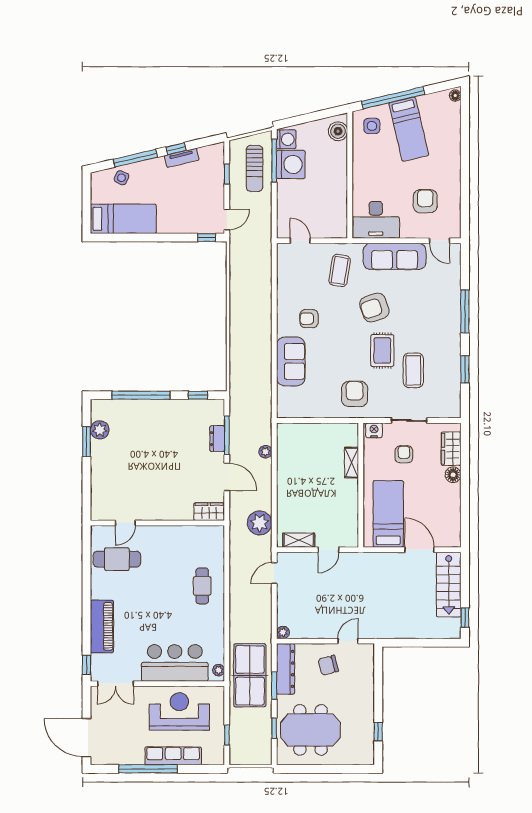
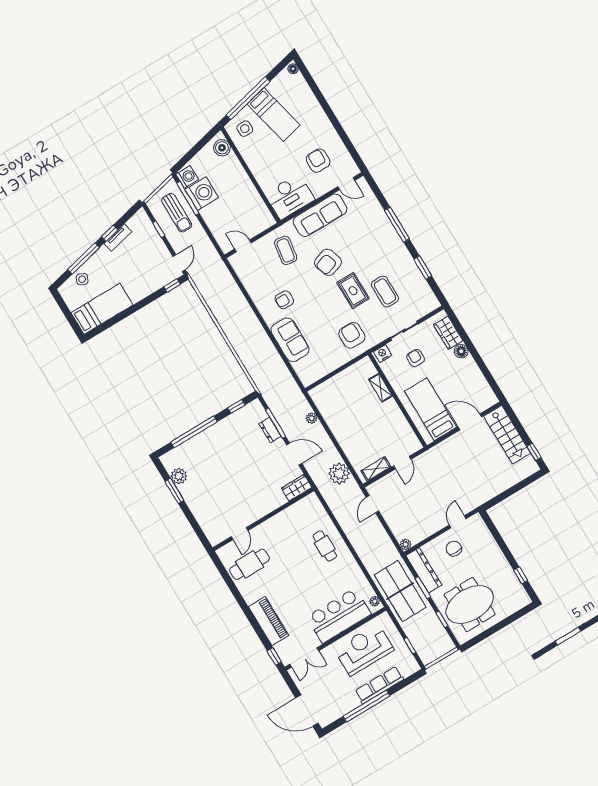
chair: (328, 665) -> (454, 549), turned 105

